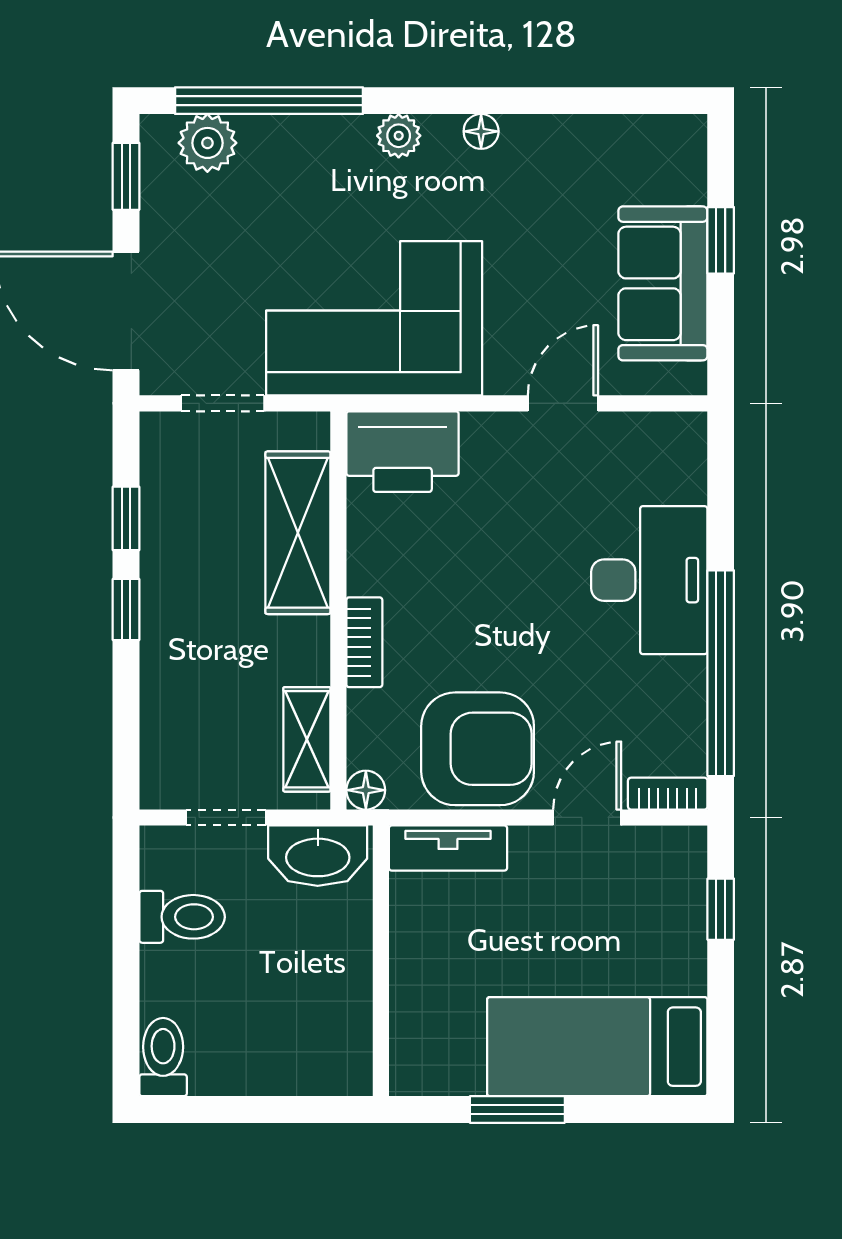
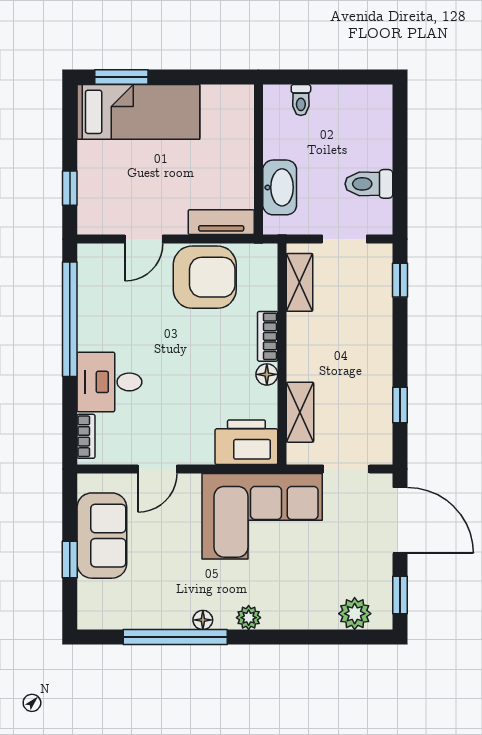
window: (269, 101) -> (175, 637), moved
shelving: (298, 533) -> (300, 412), width x0.67, depth x0.75
desk: (649, 580) -> (109, 382), width x0.73
window: (126, 609) -> (400, 280), moved
armchair: (478, 749) -> (205, 277), turned 180
floor lamp: (366, 790) -> (267, 374), moved
bookcase: (668, 794) -> (86, 436), moved, turned -90
washbasin: (318, 856) -> (280, 187), moved, turned 90
toilet: (163, 1057) -> (301, 100), moved, width x0.73, depth x0.72
window: (517, 1110) -> (121, 77), moved

